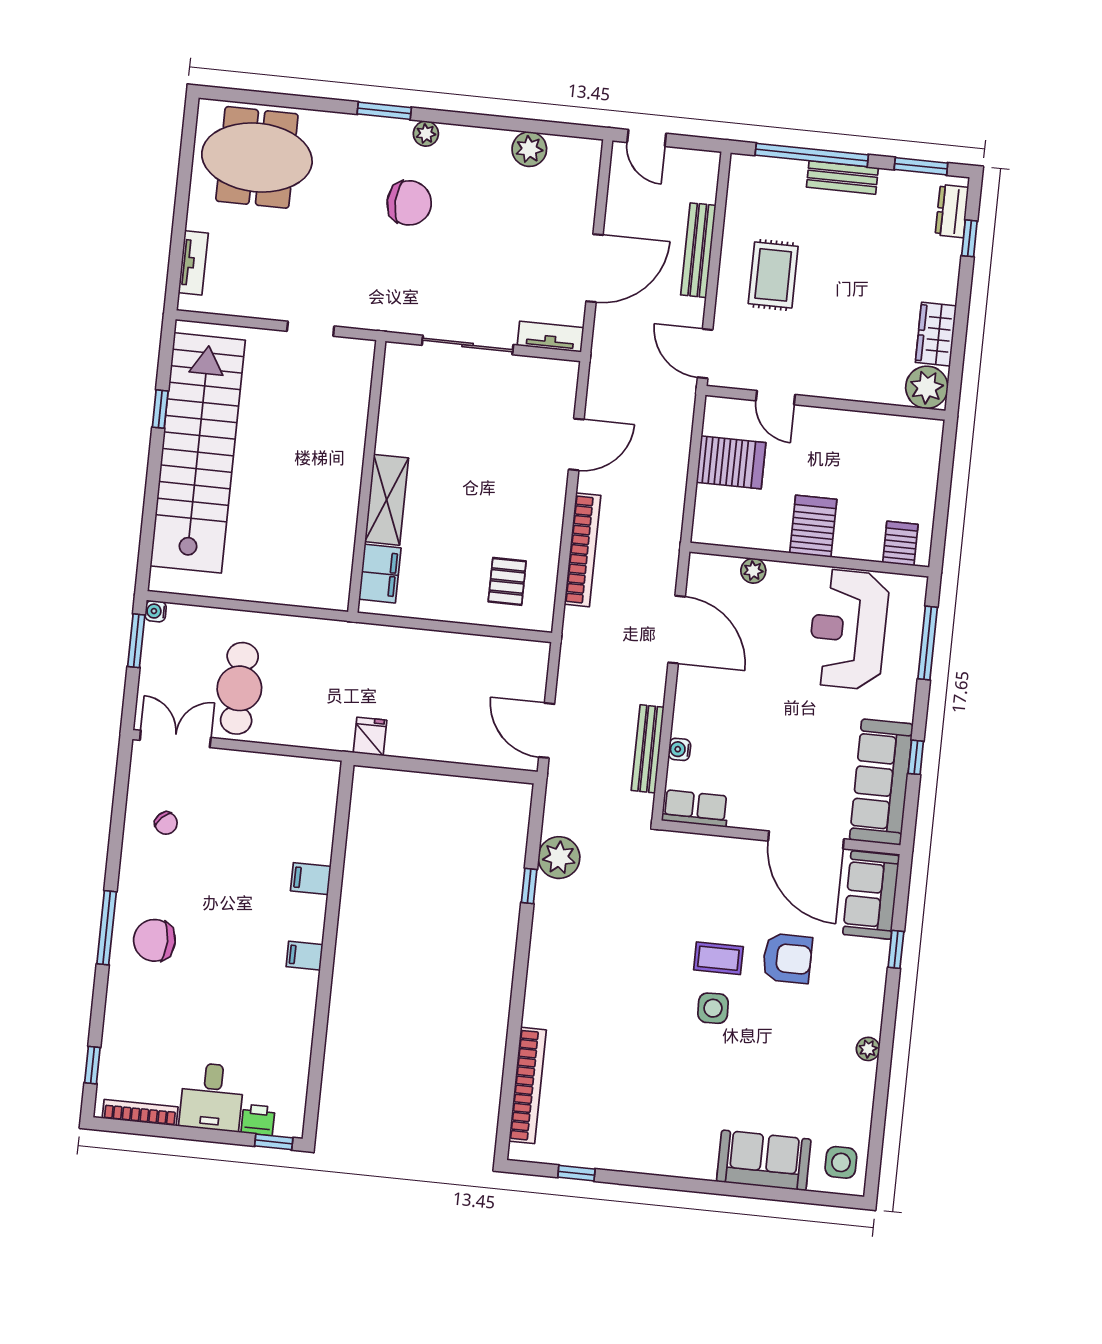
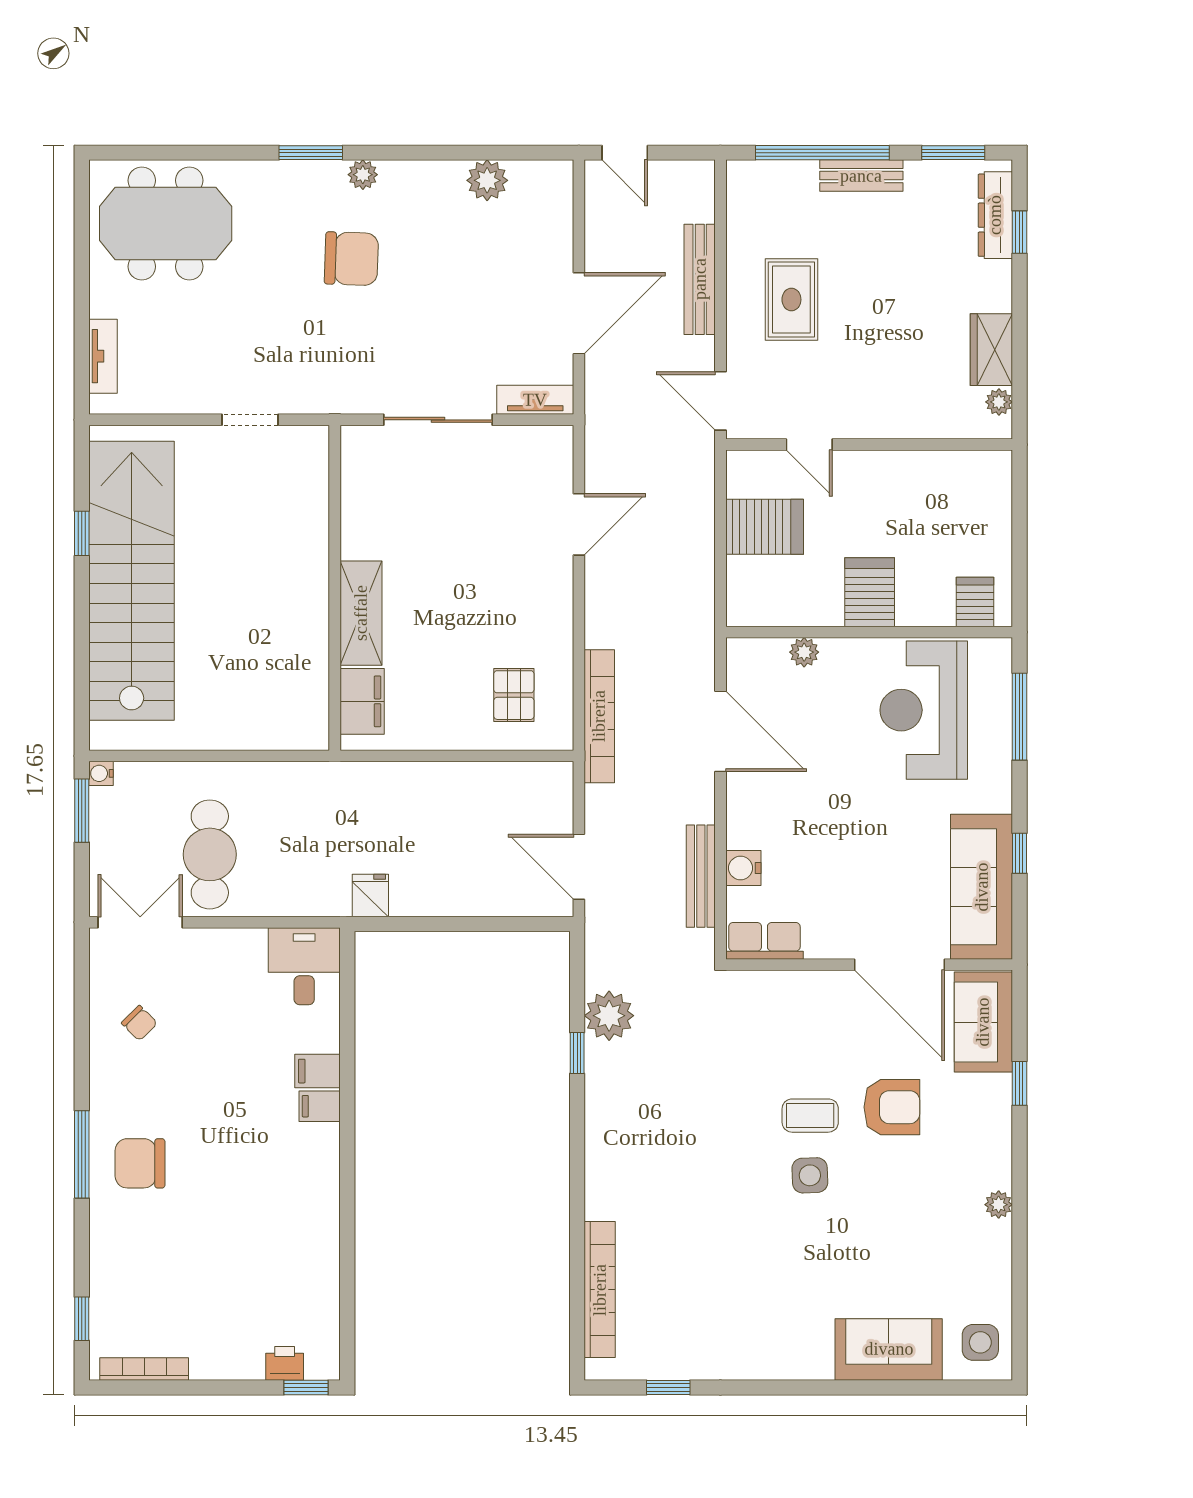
dresser: (952, 211) -> (995, 215), width x1.44
plant: (927, 387) -> (999, 402), width x0.53, depth x0.53
bookcase: (583, 550) -> (599, 716), moved
water cooler: (679, 749) -> (743, 868), width x1.38, depth x1.38
filing cabinet: (305, 956) -> (320, 1106), moved
desk: (212, 1097) -> (304, 966), moved, turned 180

